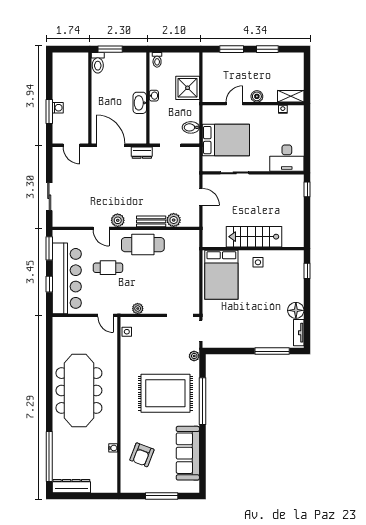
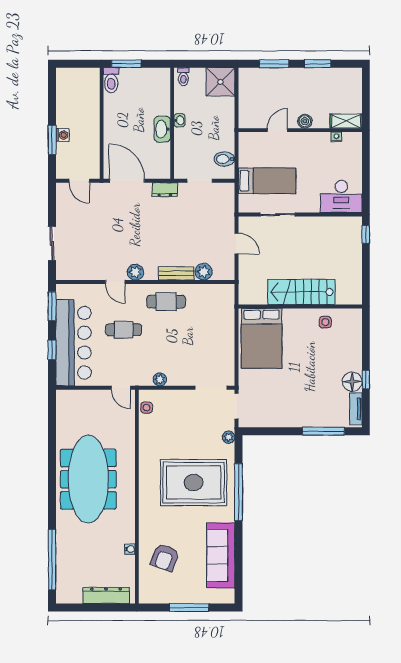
shower: (188, 88) -> (220, 82), moved
bed: (226, 140) -> (267, 181), width x0.67
cafe table: (143, 245) -> (166, 302), width x0.73, depth x0.74
side table: (258, 262) -> (325, 322), moved
window: (307, 271) -> (366, 379), moved
dresser: (71, 486) -> (106, 595), moved

